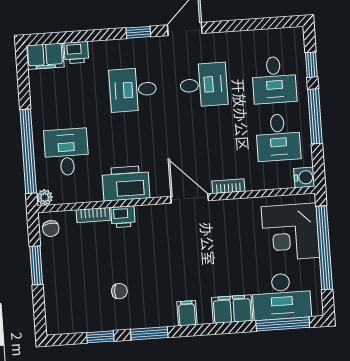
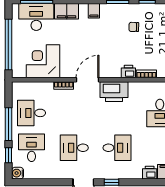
desk: (278, 137) -> (32, 113), turned -90
water cooler: (304, 177) -> (18, 173), moved
printer: (126, 183) -> (114, 92), moved
door: (190, 199) -> (88, 80), swing flipped
corner desk: (290, 232) -> (43, 61), moved, turned -90

